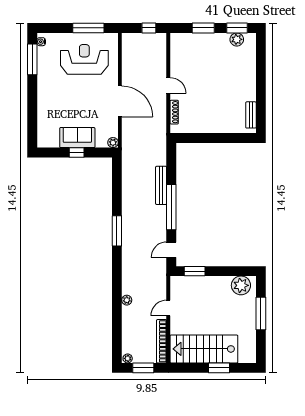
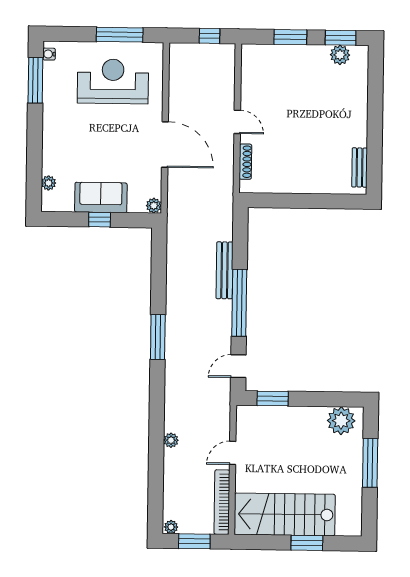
plant: (42, 128) -> (49, 183), added

